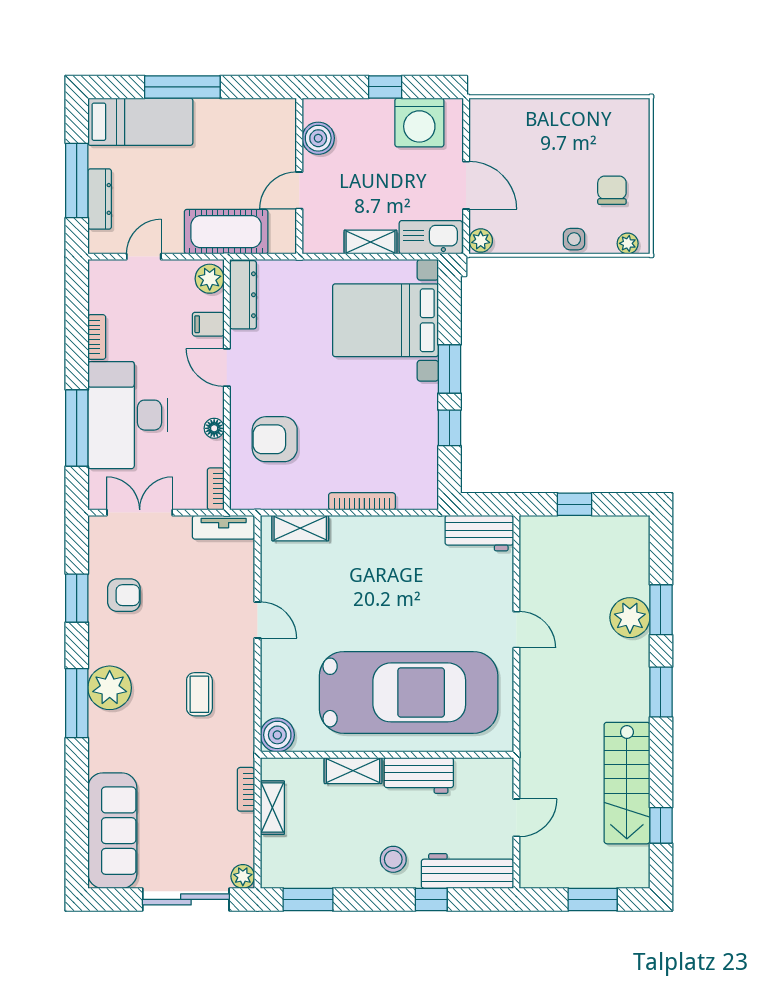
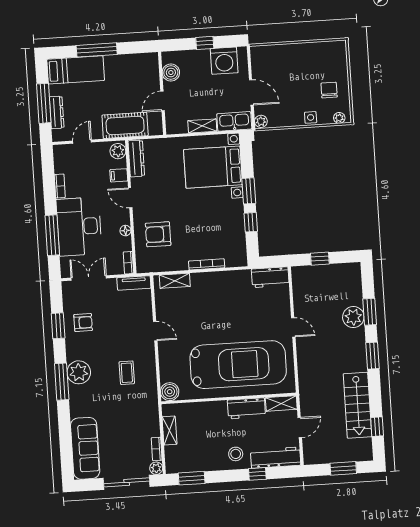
shelving: (353, 771) -> (281, 403), moved
bookcase: (246, 789) -> (157, 449), moved

